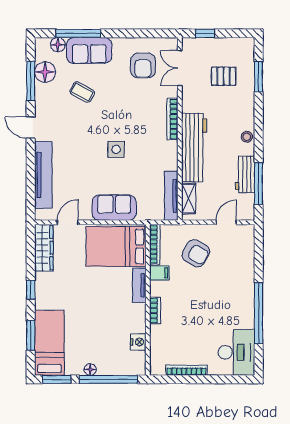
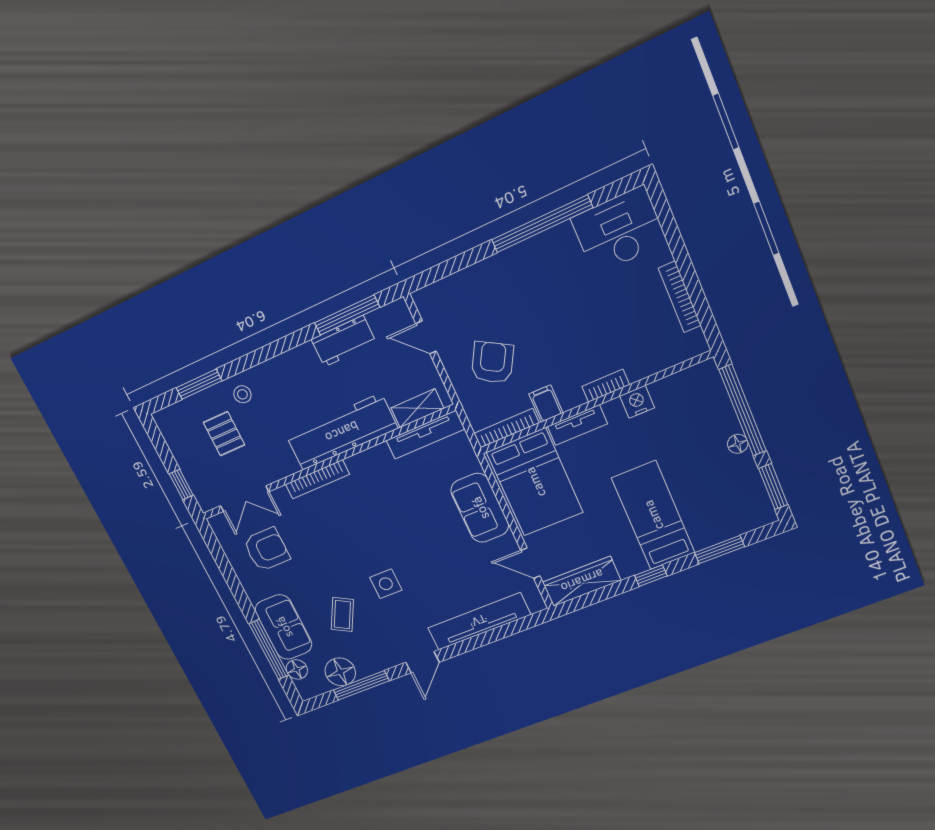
stool: (247, 137) -> (242, 394), moved
side table: (116, 149) -> (386, 584), moved
nightstand: (138, 342) -> (637, 402), moved
bed: (49, 343) -> (653, 515), moved, turned 90

